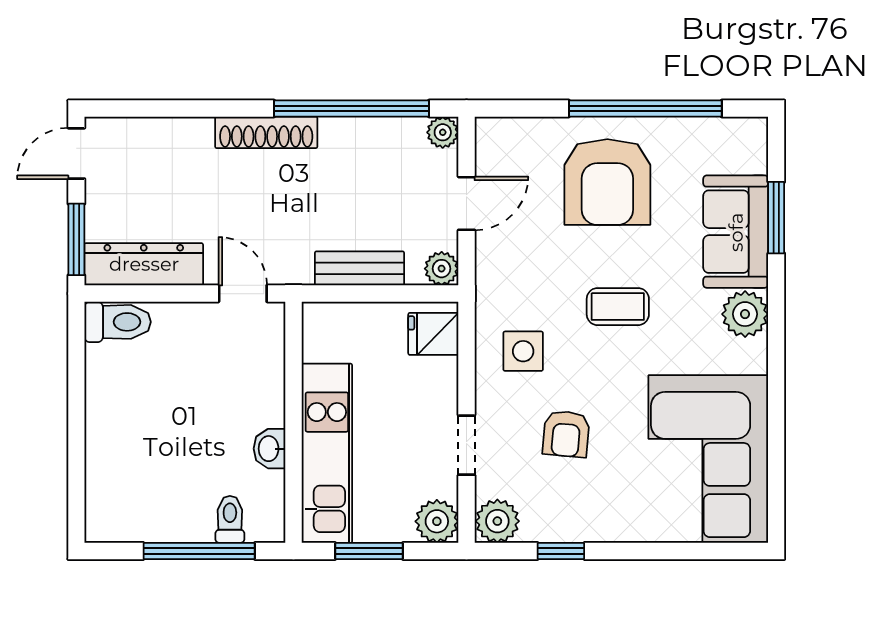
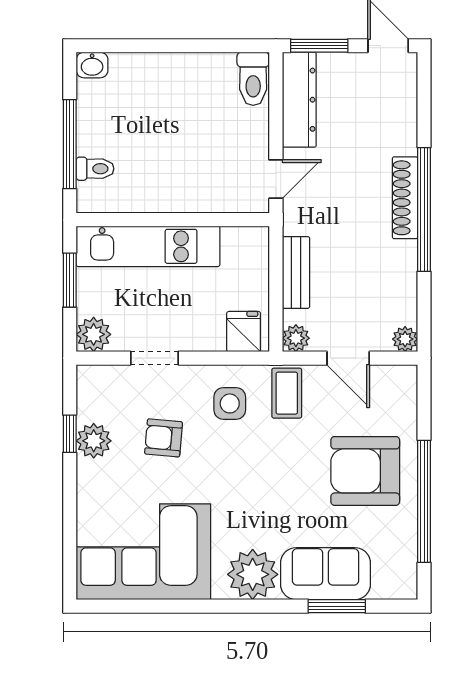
window: (352, 109) -> (424, 210), moved
coffee table: (618, 307) -> (287, 393), moved
plant: (745, 314) -> (253, 574), width x1.36, depth x1.36
washbasin: (270, 449) -> (92, 65), moved, turned 180
plant: (497, 521) -> (94, 441), moved

